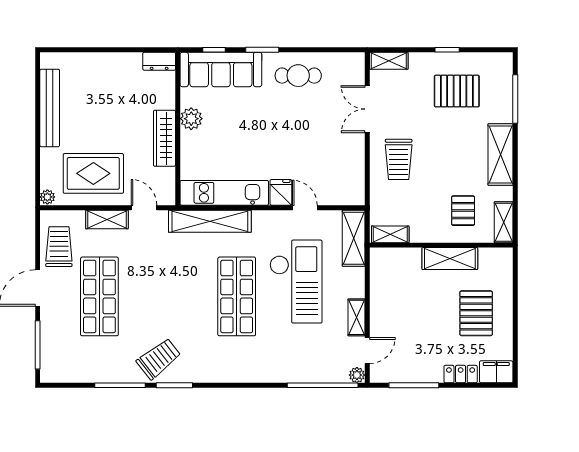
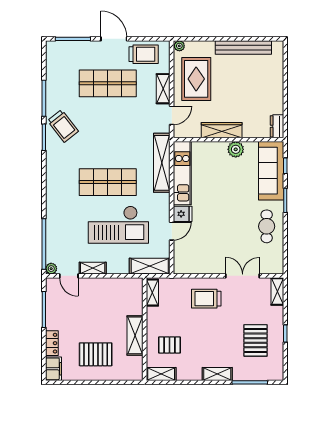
shelving: (500, 155) -> (217, 374), width x0.67, depth x0.75

